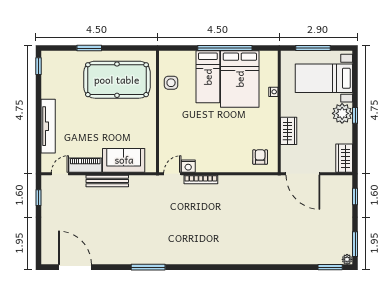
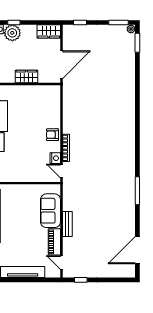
armchair: (260, 157) -> (52, 135), moved
bench: (107, 181) -> (67, 224), width x0.73

